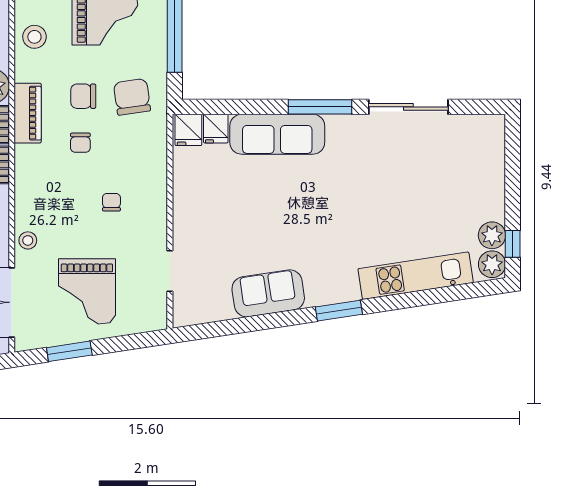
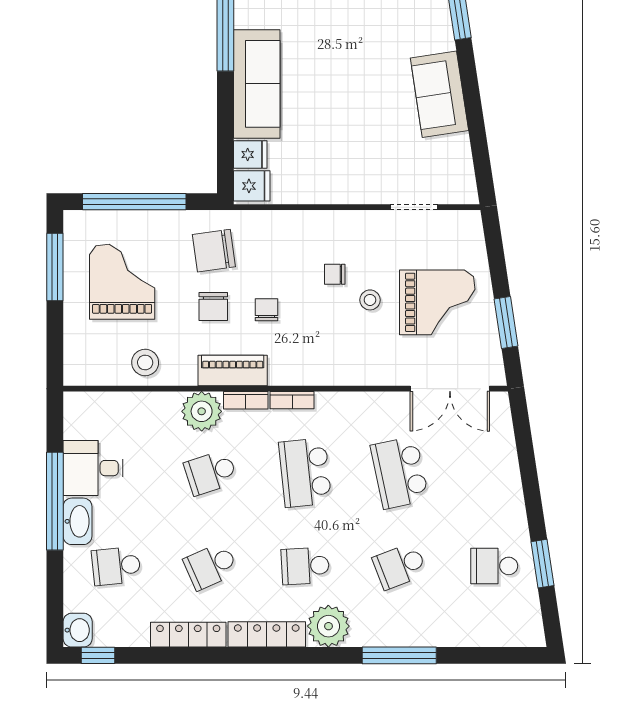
chair: (80, 143) -> (267, 310), turned -90
stool: (28, 240) -> (370, 300), moved

